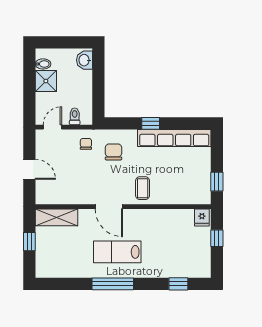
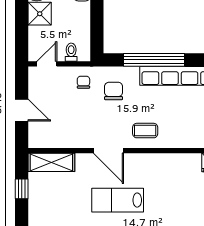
window: (151, 123) -> (154, 60), width x3.17
coffee table: (143, 188) -> (145, 131), turned 90

